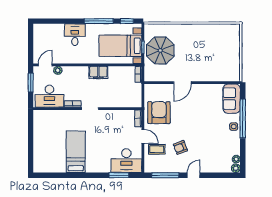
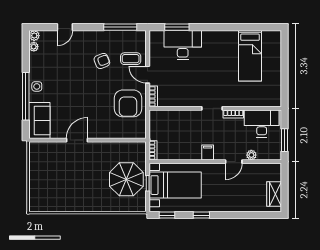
window: (99, 21) -> (201, 215), width x0.46
desk: (75, 35) -> (231, 199), removed
wardrobe: (39, 38) -> (274, 194), added
door: (45, 65) -> (234, 162), moved
filing cabinet: (98, 72) -> (208, 152), width x0.50
door: (182, 83) -> (77, 140), moved
bed: (76, 152) -> (250, 56), moved
desk: (126, 161) -> (183, 45), moved
door: (194, 175) -> (65, 27), moved

